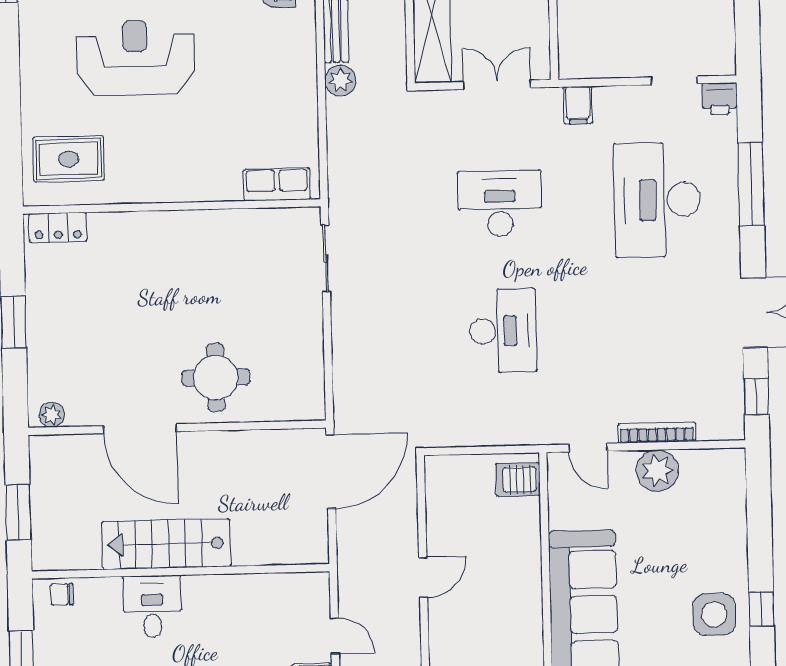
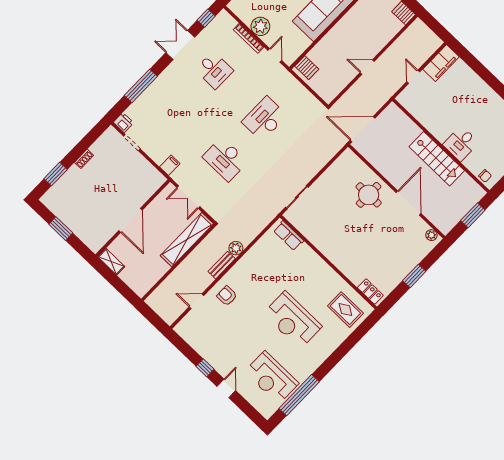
desk: (657, 200) -> (214, 70), moved, width x0.53, depth x0.77

